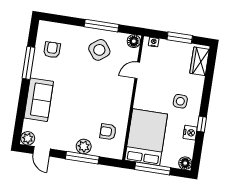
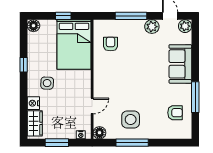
armchair: (52, 50) -> (175, 113), turned -90
side table: (99, 50) -> (131, 120), turned 38
armchair: (108, 132) -> (111, 44), turned -90
nightstand: (190, 133) -> (33, 103), moved
plant: (84, 146) -> (152, 27), moved
window: (153, 169) -> (63, 16), width x0.46

